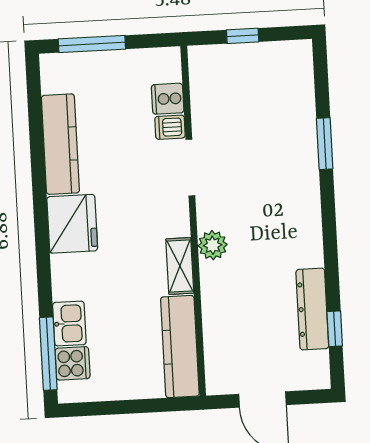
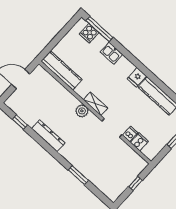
fridge: (72, 224) -> (137, 77), width x0.53, depth x0.75
shelving: (180, 266) -> (95, 104), moved
dresser: (312, 309) -> (48, 136), moved
kitchen sink: (69, 324) -> (111, 53), moved

